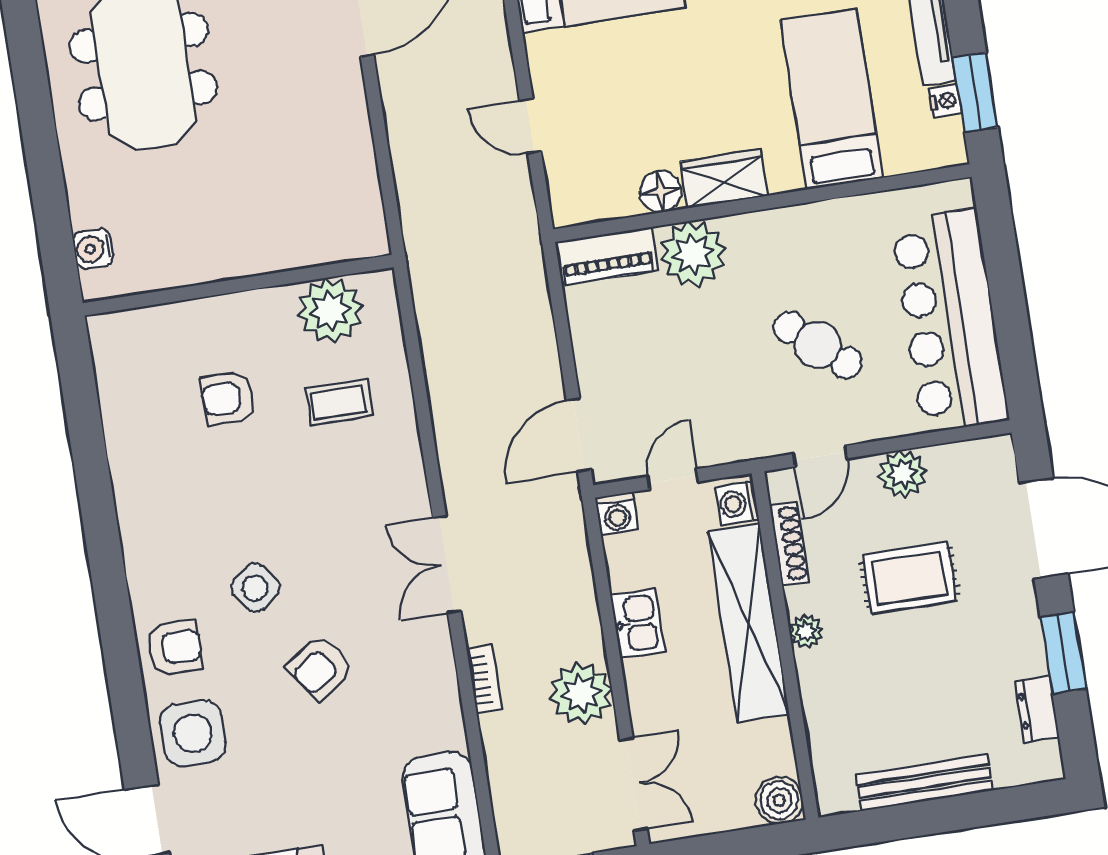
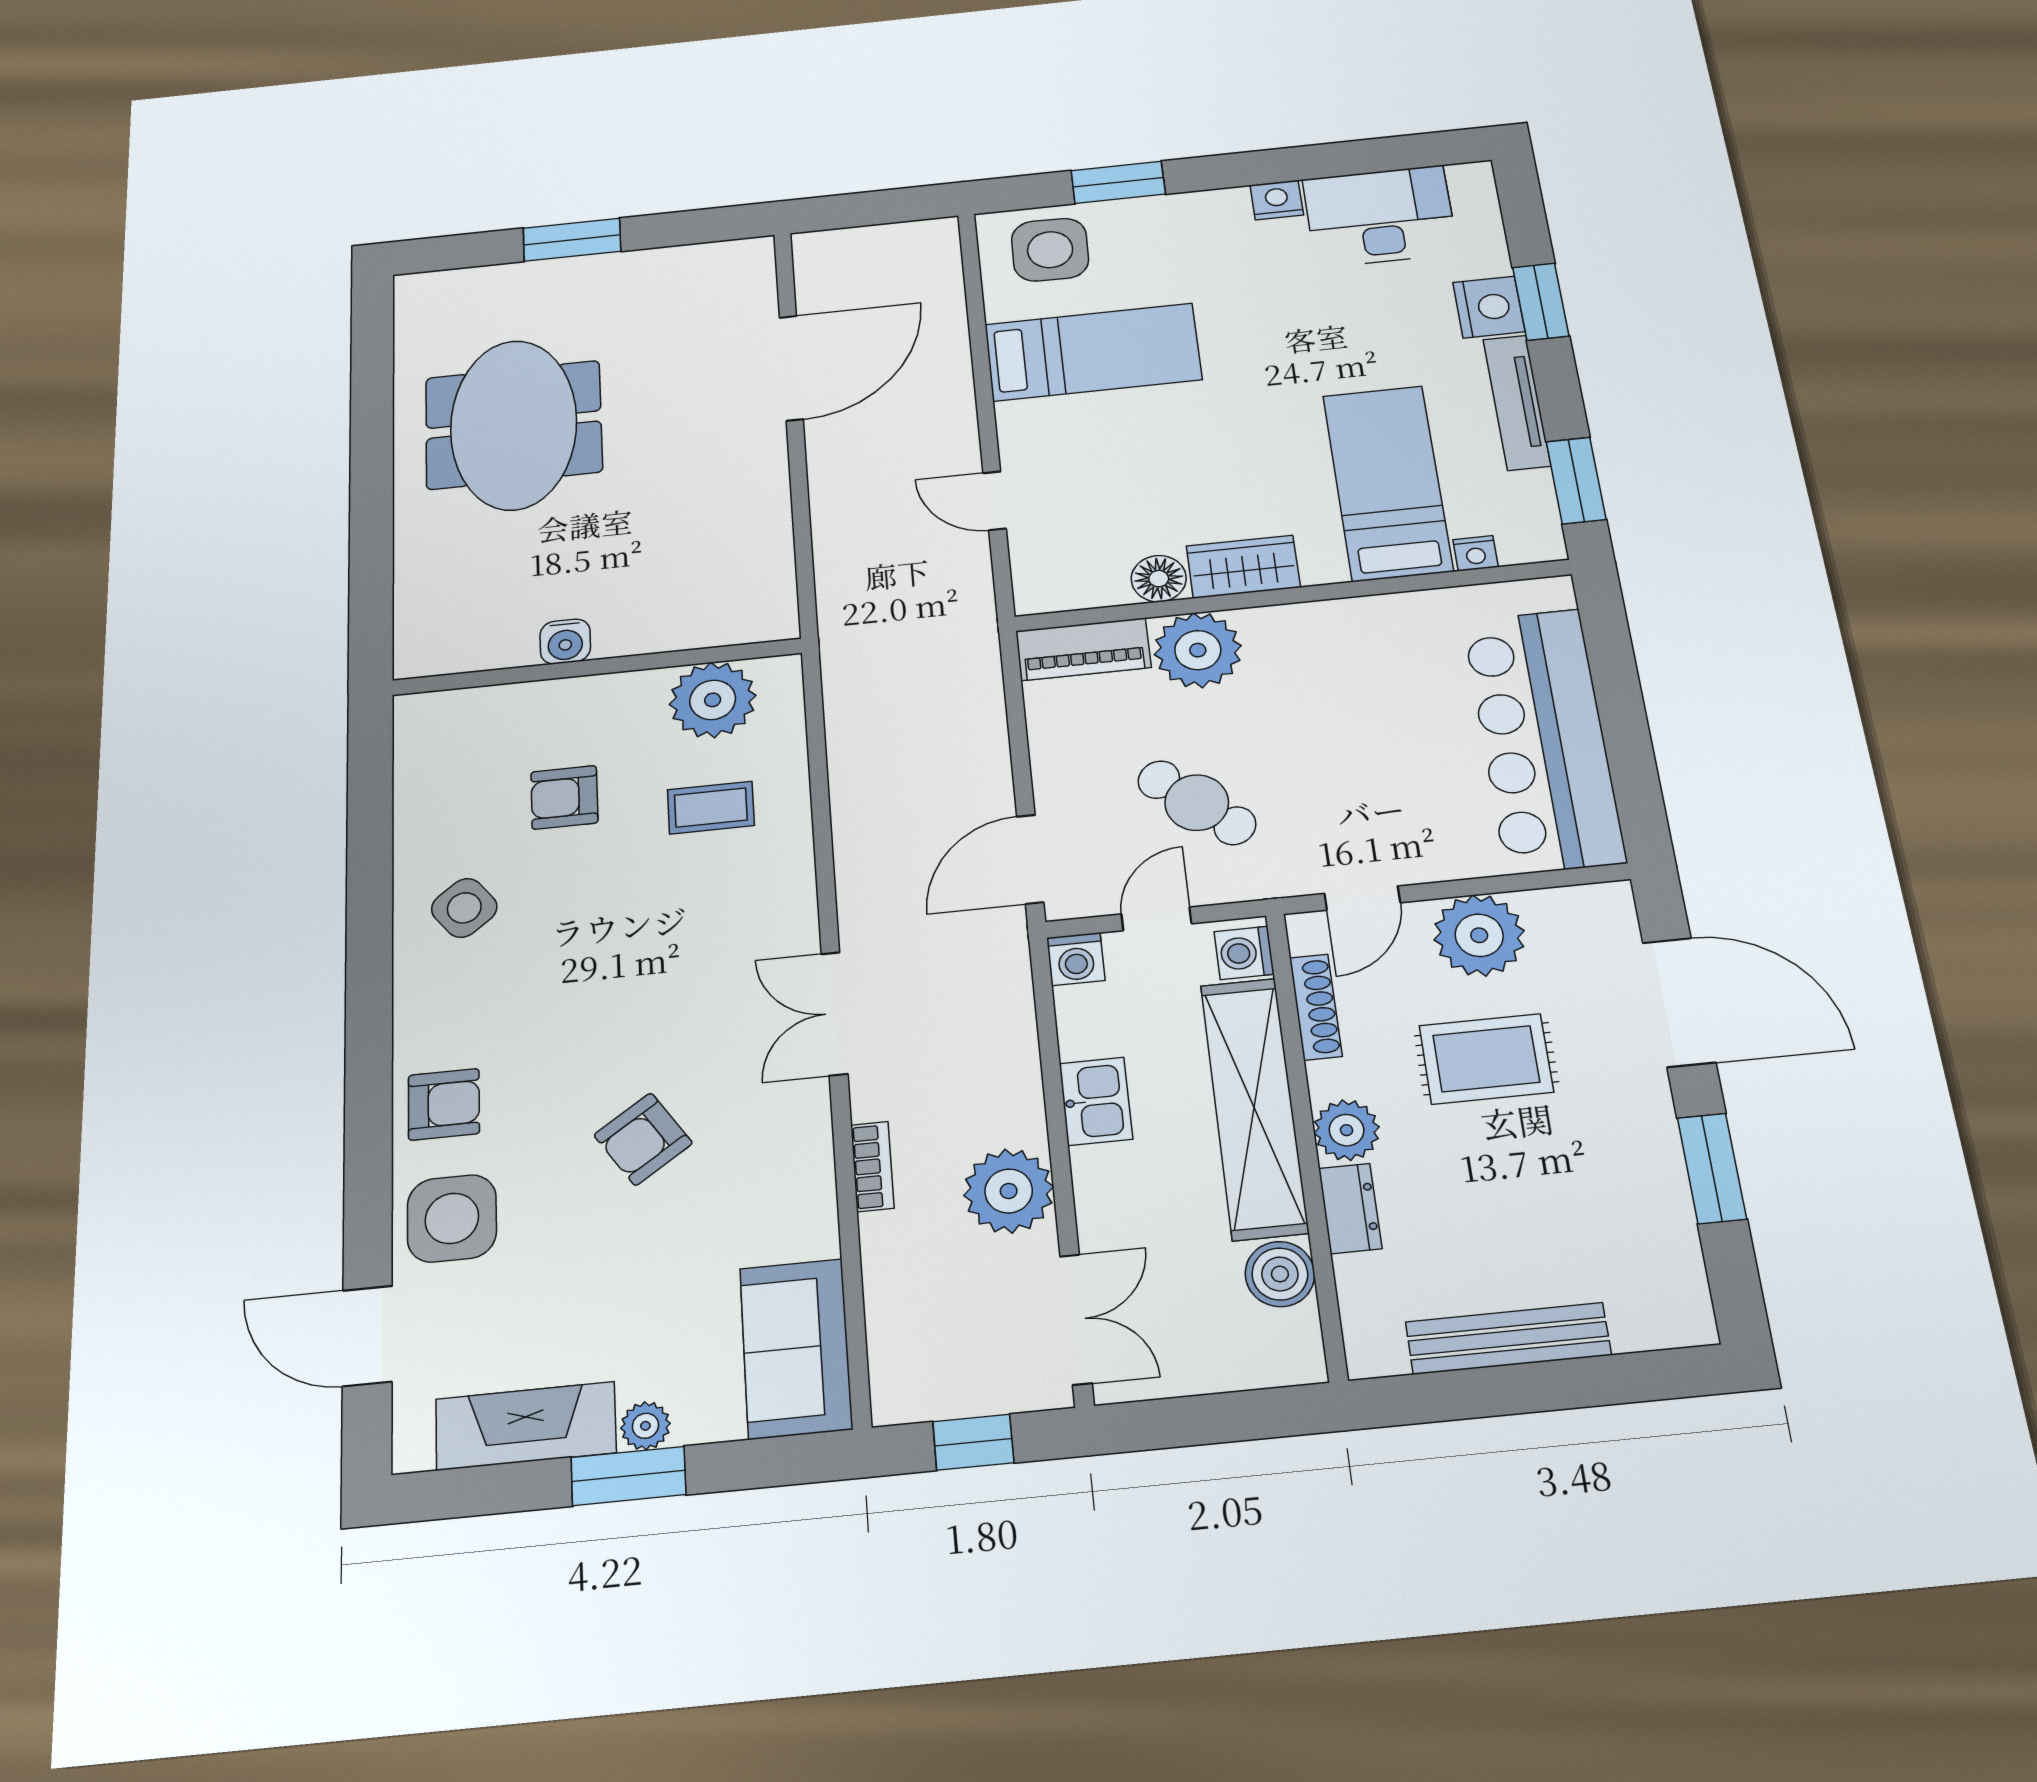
nightstand: (945, 101) -> (1475, 553), moved, turned 90
water cooler: (93, 249) -> (565, 641), moved, turned -90
cafe table: (818, 345) -> (1197, 803), moved
plant: (902, 474) -> (1479, 935), width x1.36, depth x1.36
side table: (255, 588) -> (464, 908), moved
plant: (806, 631) -> (1347, 1130), width x1.38, depth x1.38
dresser: (1037, 709) -> (1350, 1208), moved, turned 180
boiler: (779, 800) -> (1280, 1274), moved

